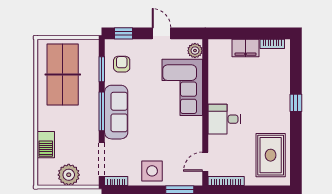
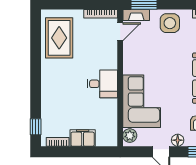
floor lamp: (144, 46) -> (178, 140), added
window: (296, 103) -> (36, 127), moved
desk: (224, 119) -> (102, 84), moved
fireplace: (188, 180) -> (136, 15), added

